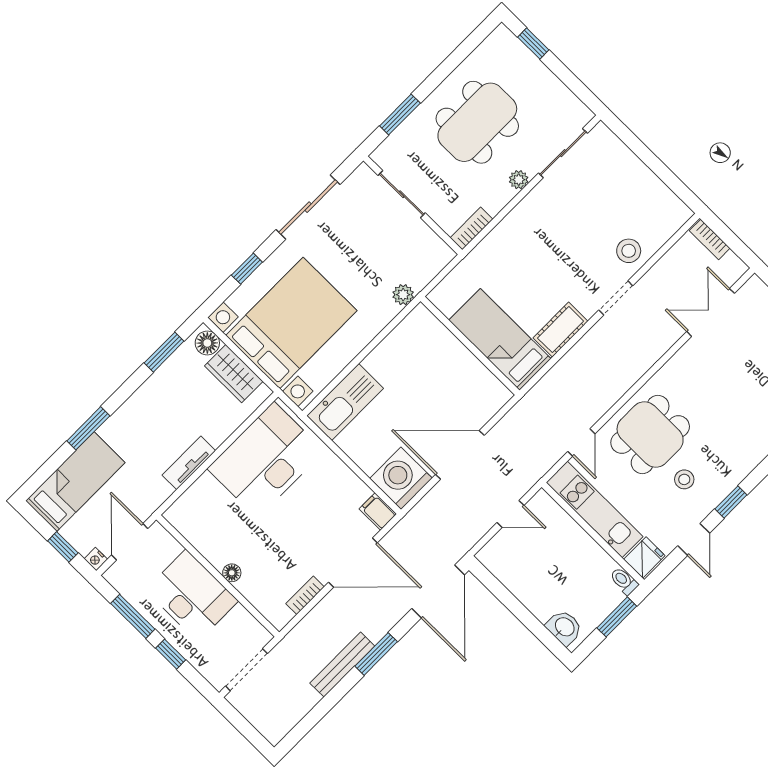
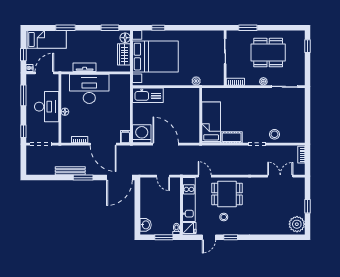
sliding door: (308, 207) -> (194, 28), removed
door: (581, 443) -> (205, 176), swing flipped
desk: (266, 460) -> (89, 89), moved
window: (171, 654) -> (23, 131), moved

